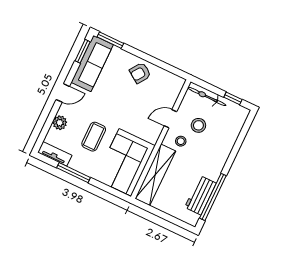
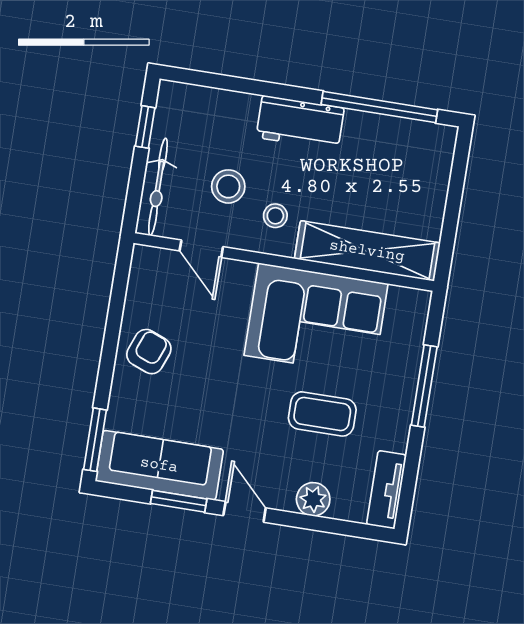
window: (83, 51) -> (179, 501), moved
armchair: (140, 73) -> (149, 352), turned -104
door: (170, 119) -> (201, 249), moved
corner sofa: (125, 162) -> (316, 320), moved
window: (74, 173) -> (424, 386), moved
workbench: (200, 195) -> (300, 123), moved

